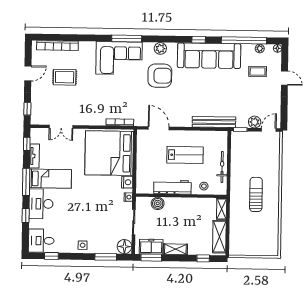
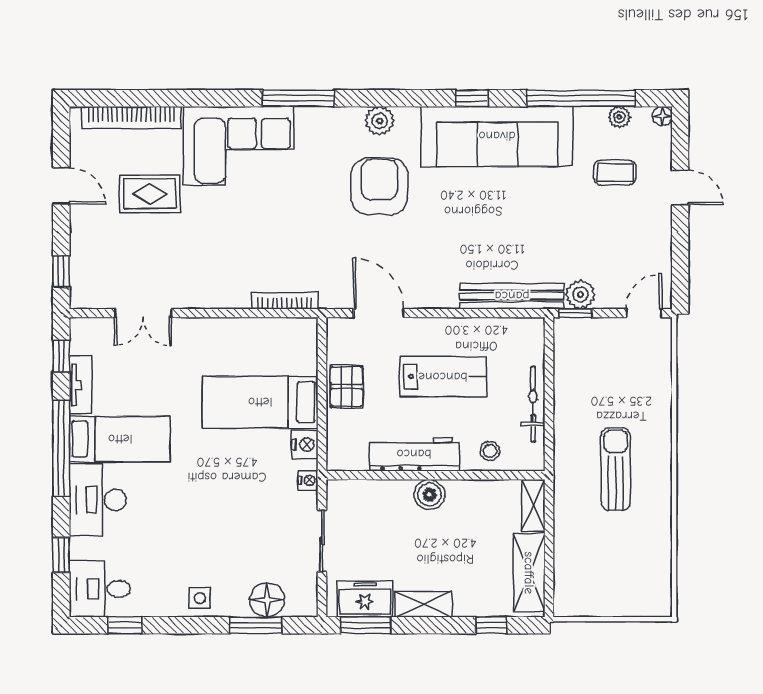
corner sofa: (119, 58) -> (239, 146), moved
door: (28, 73) -> (61, 186), hinge flipped
armchair: (160, 76) -> (379, 186), turned -90
plant: (255, 122) -> (580, 294), moved
bed: (109, 153) -> (260, 402), width x0.49
pallet: (145, 158) -> (347, 386), added
window: (26, 182) -> (61, 448), width x1.46
boiler: (158, 203) -> (429, 495), moved
window: (26, 216) -> (61, 555), moved
floor lamp: (124, 247) -> (267, 600), moved

